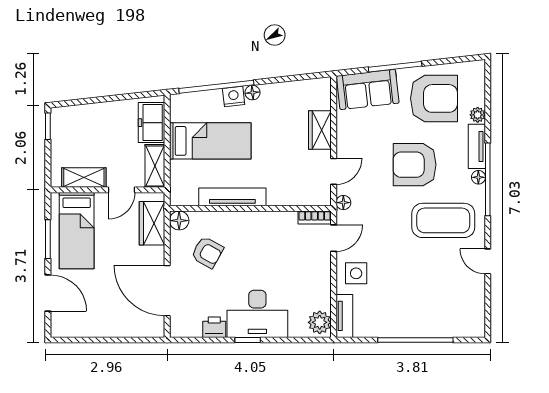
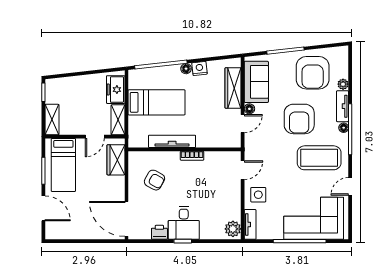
sofa: (368, 89) -> (256, 82), moved, turned -84
nightstand: (234, 97) -> (199, 68), moved
armchair: (434, 98) -> (313, 73), turned 90
wardrobe: (320, 130) -> (233, 88), width x1.50
armchair: (415, 165) -> (299, 119), turned -90
shelving: (84, 178) -> (52, 120), moved, turned 90
floor lamp: (343, 203) -> (249, 109), moved
bookcase: (315, 218) -> (192, 156), moved
floor lamp: (179, 221) -> (135, 158), removed
door: (488, 261) -> (350, 186), hinge flipped
door: (167, 291) -> (126, 219), moved
corner sofa: (435, 307) -> (314, 218), added
desk: (257, 314) -> (184, 223), width x0.73

